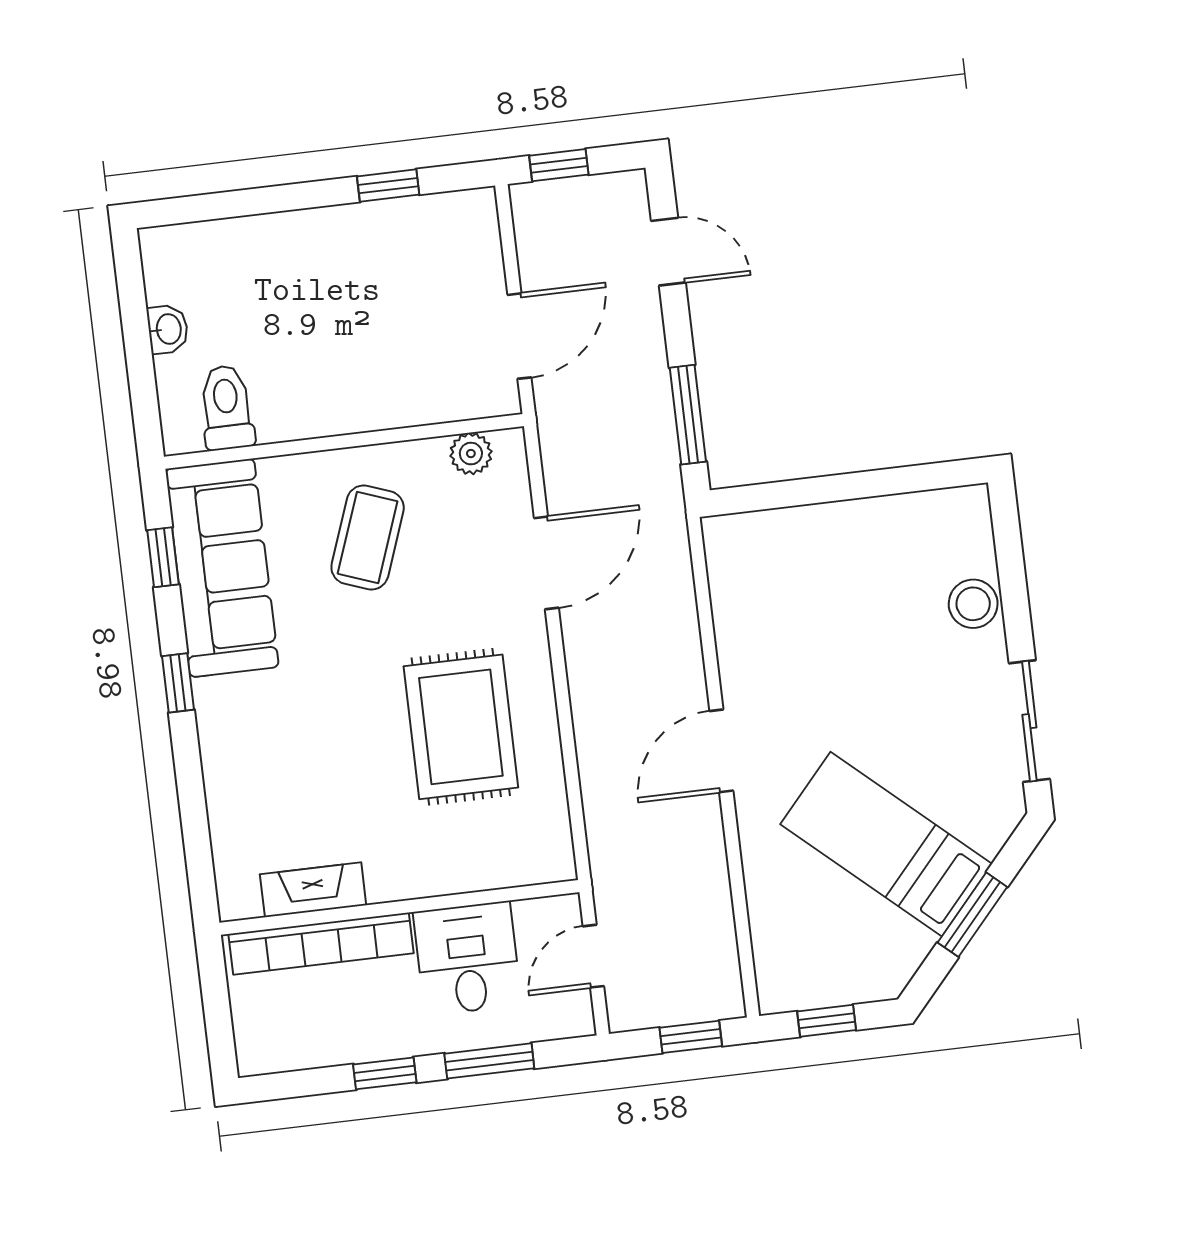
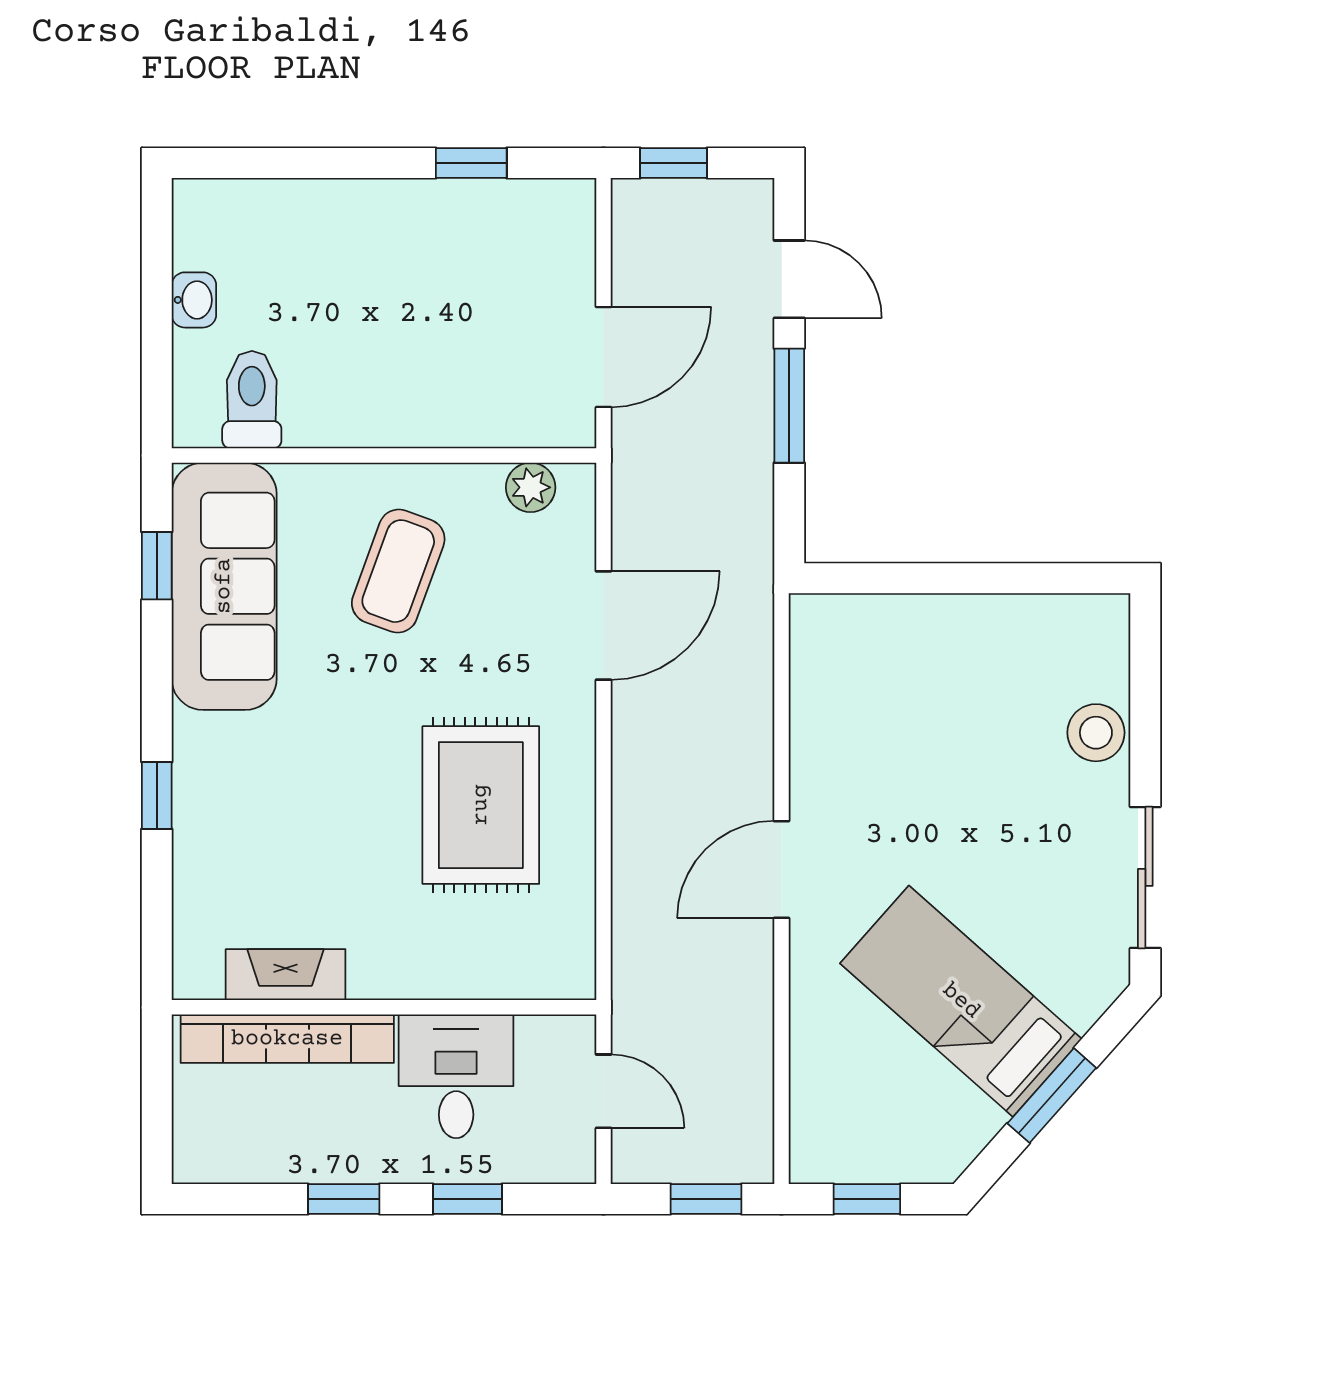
window: (688, 415) -> (789, 406), moved
window: (178, 683) -> (157, 795), moved
door: (593, 956) -> (604, 1091), swing flipped
window: (489, 1061) -> (468, 1199), width x0.67

